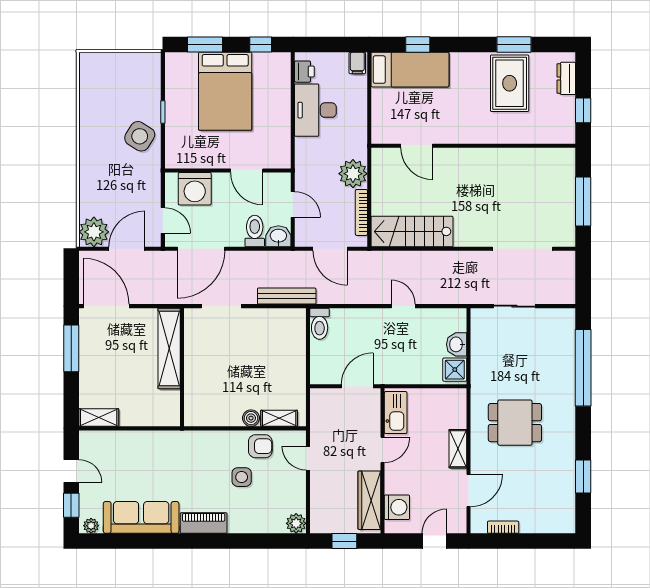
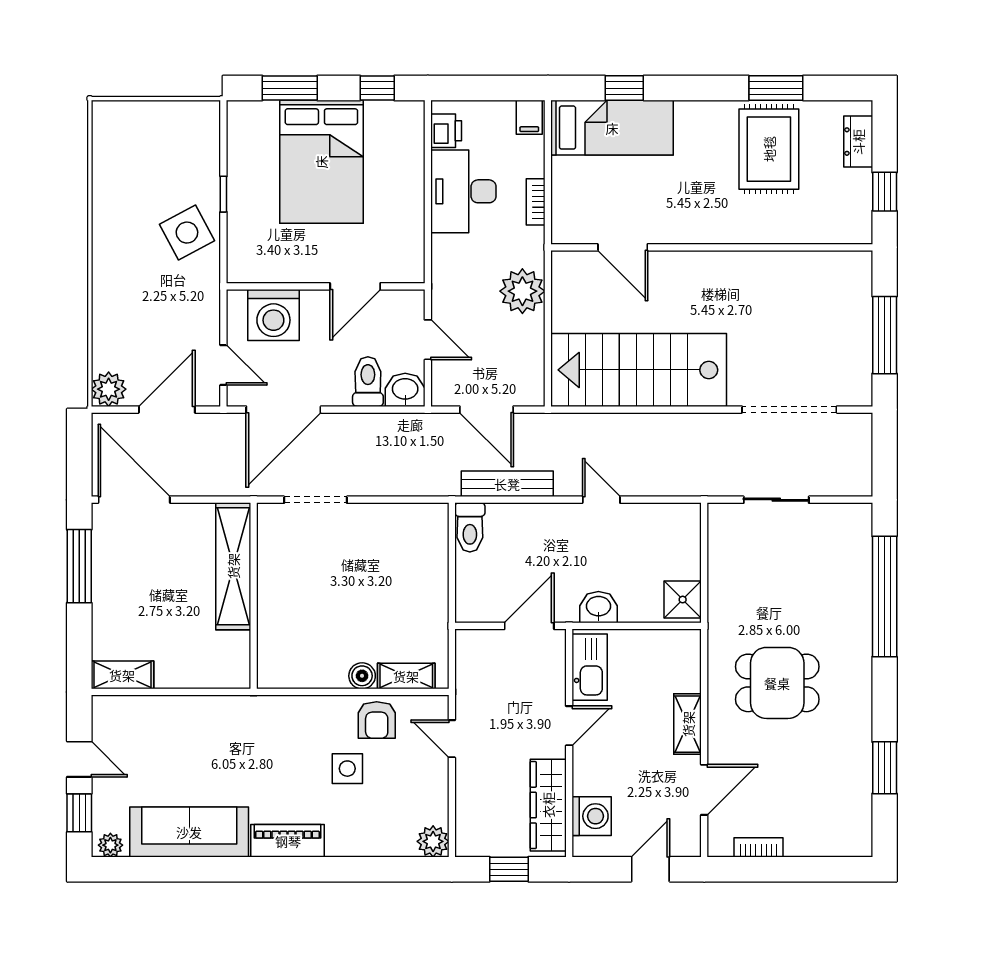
side table: (140, 136) -> (187, 233), turned 30
door: (247, 170) -> (355, 286), hinge flipped
bookcase: (361, 212) -> (536, 202), moved, width x0.64
stairs: (412, 231) -> (639, 370), width x1.36, depth x1.51
plant: (94, 232) -> (109, 389), width x0.73, depth x0.73
bench: (287, 296) -> (507, 484), moved
washbasin: (457, 344) -> (598, 607), moved, turned 90
armchair: (260, 446) -> (377, 720), turned 90

